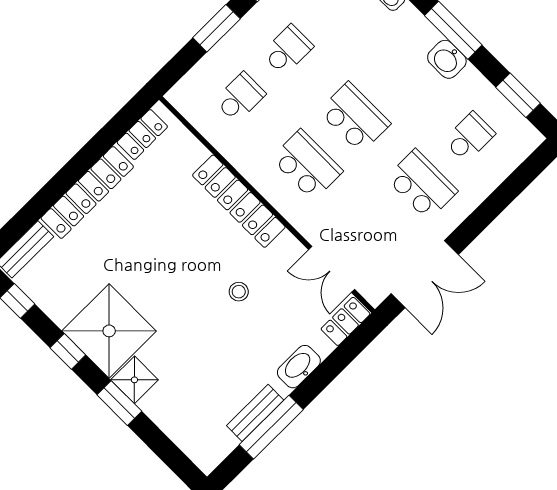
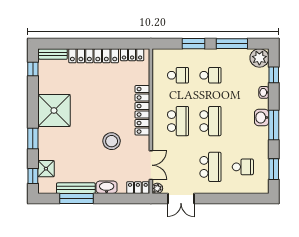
washbasin: (447, 59) -> (262, 117), moved
double door: (332, 269) -> (151, 165), swing flipped
double door: (425, 274) -> (181, 198), width x0.73
stool: (239, 292) -> (112, 141), width x1.89, depth x1.89
plant: (375, 294) -> (157, 188), added
window: (68, 351) -> (33, 176), moved
shower: (134, 380) -> (46, 169), moved
bench: (255, 413) -> (76, 188), width x1.36

